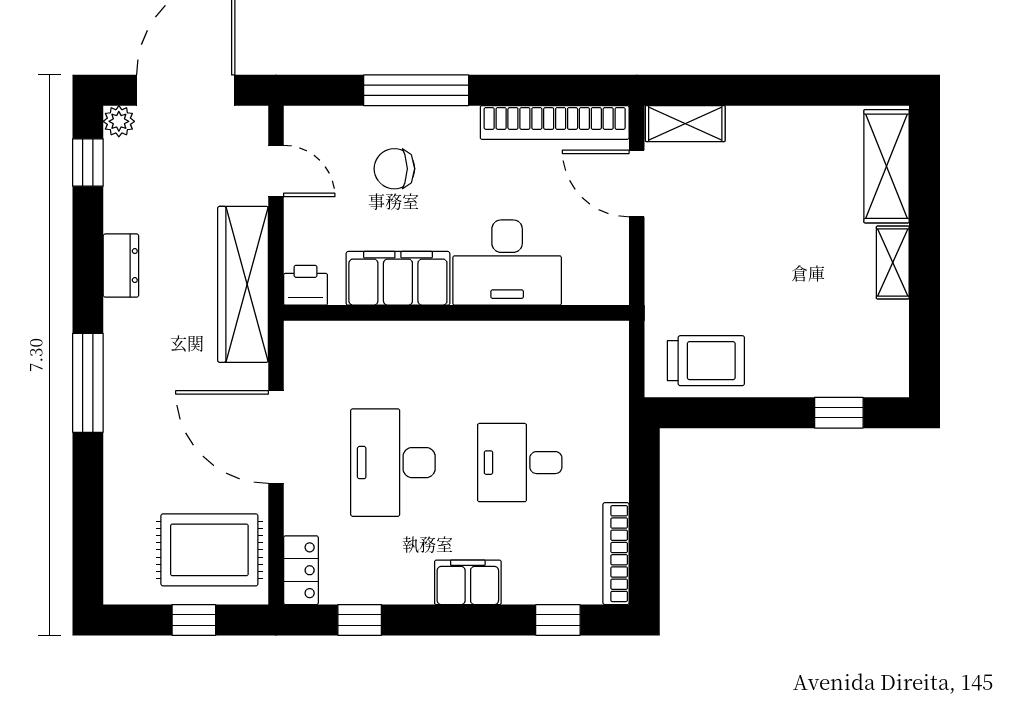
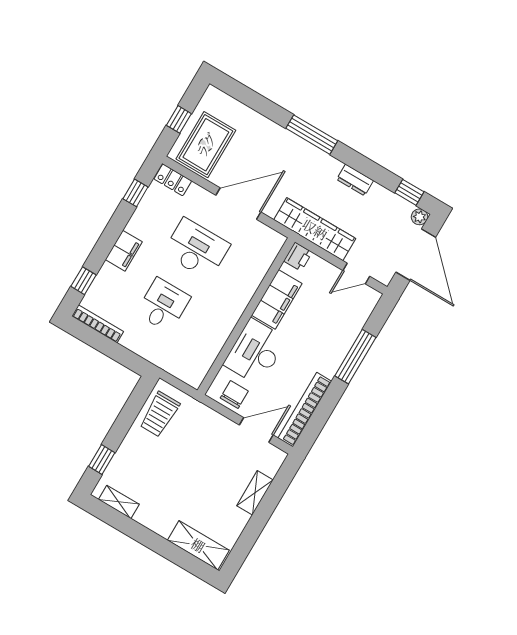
shelving: (685, 124) -> (255, 493), moved
chair: (394, 169) -> (234, 395), moved
shelving: (893, 263) -> (119, 502), moved

